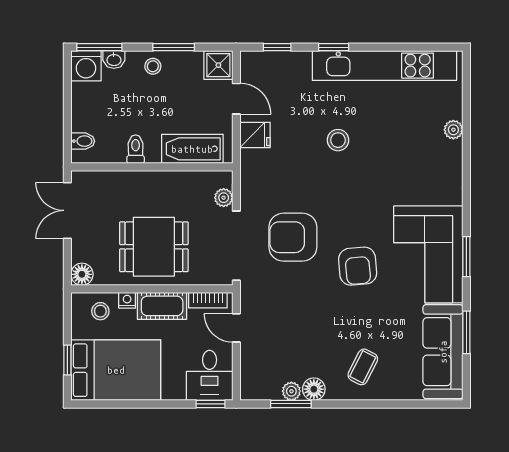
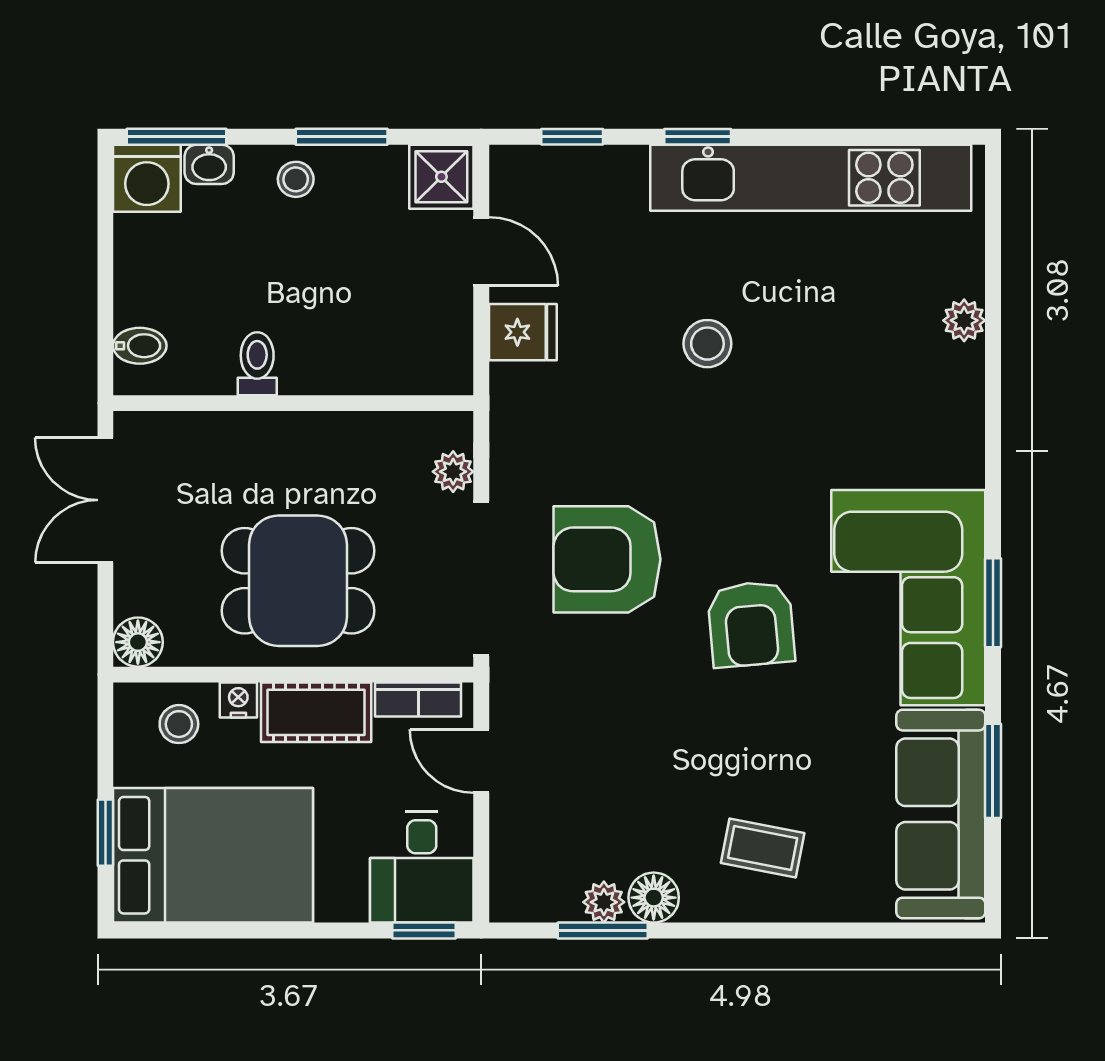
bathtub: (192, 149) -> (383, 363), removed
coffee table: (363, 367) -> (763, 848), turned 74

